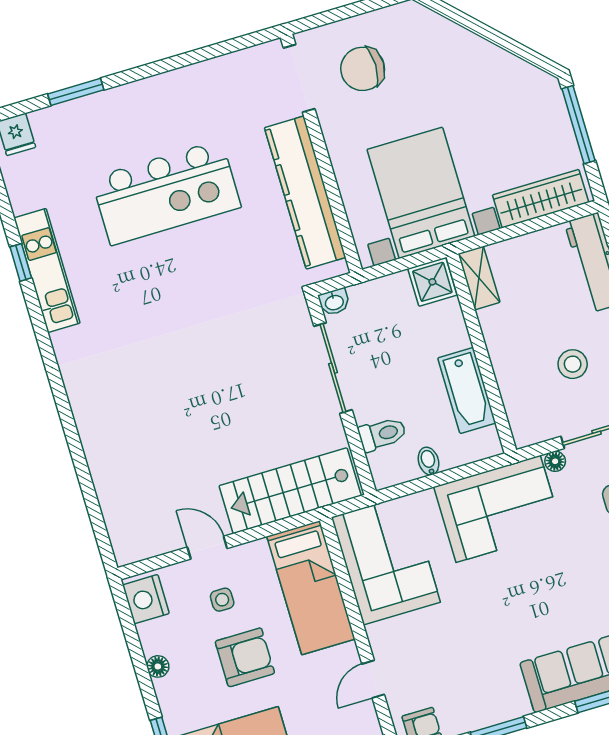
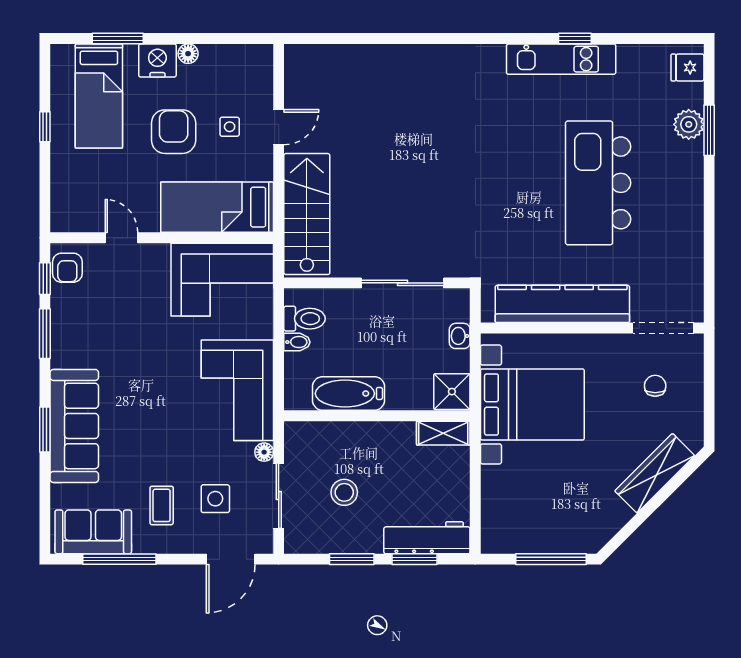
chair: (363, 69) -> (655, 386), width x0.54, depth x0.54
plant: (76, 115) -> (689, 124), added
wardrobe: (541, 199) -> (655, 473), moved, turned -135
washbasin: (334, 302) -> (460, 336), moved
toilet: (382, 434) -> (305, 319), moved, turned -90
nightstand: (146, 599) -> (157, 60), moved
armchair: (245, 657) -> (174, 132), turned 180

